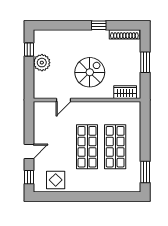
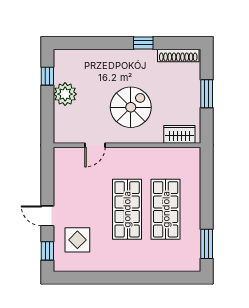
door: (29, 152) -> (47, 216), swing flipped
display table: (56, 180) -> (77, 240), moved

